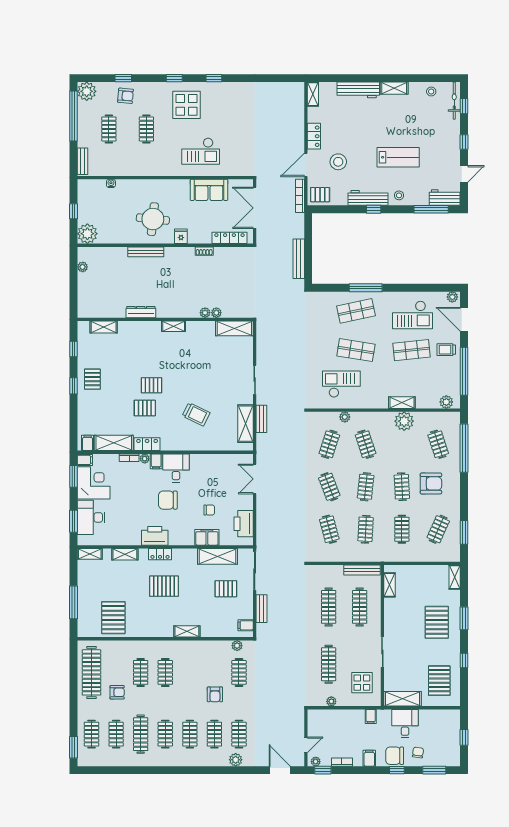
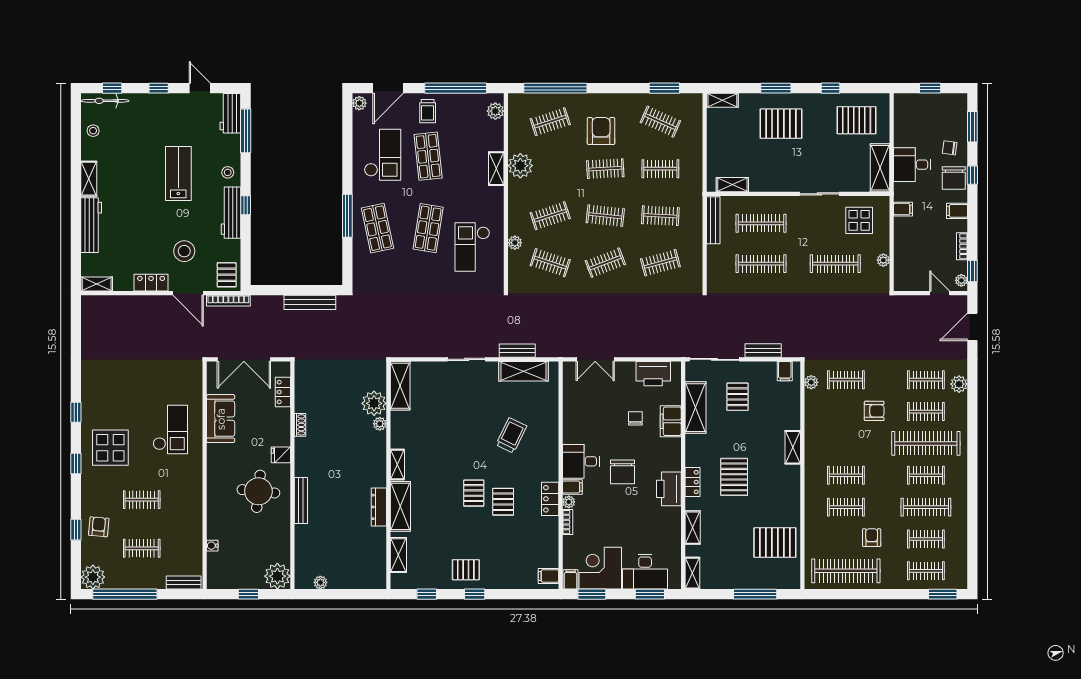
locker: (229, 238) -> (283, 392), width x0.66
plant: (216, 313) -> (374, 403), width x1.88, depth x1.88
shelving: (114, 443) -> (400, 506), moved
clothes rail: (190, 734) -> (926, 443), width x1.86, depth x1.31

